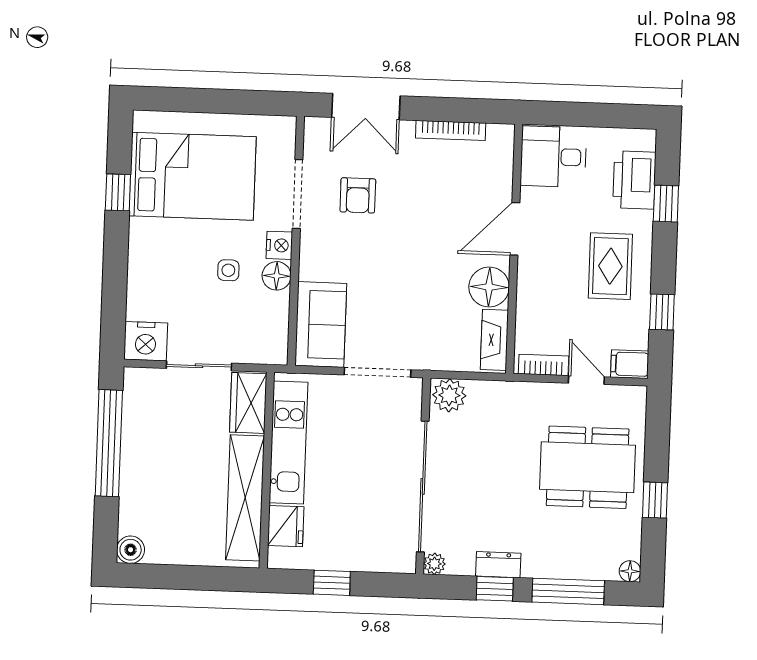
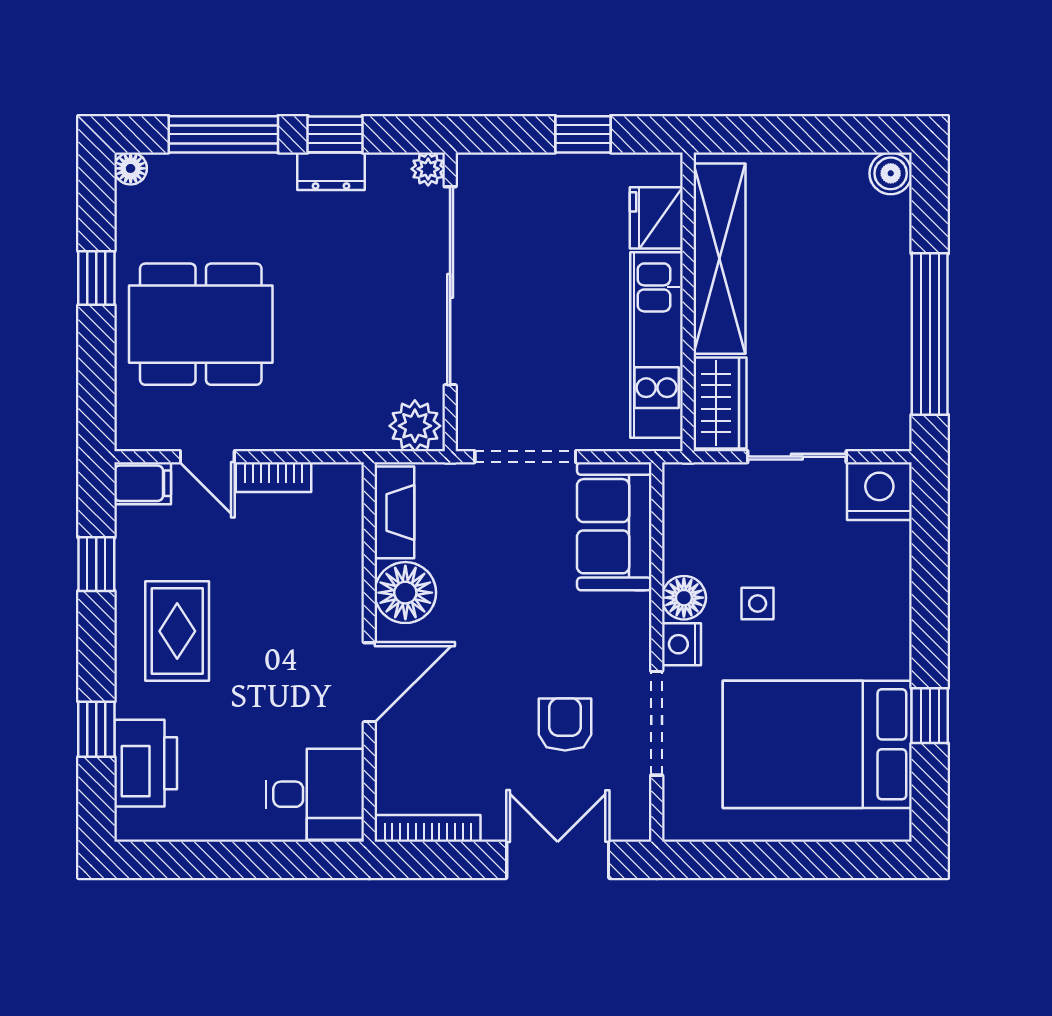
desk: (553, 157) -> (315, 794), moved
door: (515, 229) -> (369, 682), moved
wall: (514, 249) -> (369, 652), moved
floor lamp: (489, 287) -> (405, 593), moved
fireplace: (494, 340) -> (394, 512), moved

